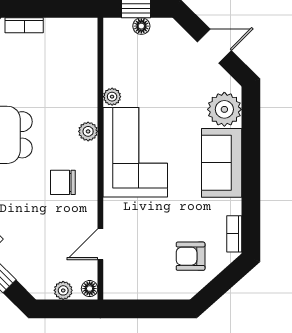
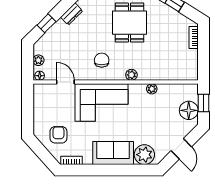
floor lamp: (141, 26) -> (189, 110), width x1.89, depth x1.89
corner sofa: (135, 152) -> (101, 102), moved

